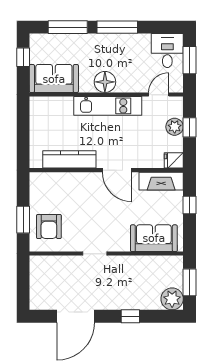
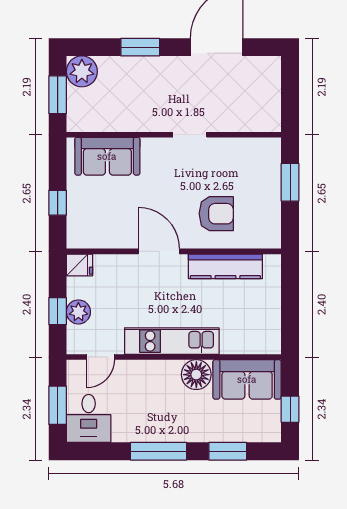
window: (68, 27) -> (228, 451), width x0.69
floor lamp: (105, 82) -> (196, 375), moved
fireplace: (161, 181) -> (97, 236), removed
armchair: (49, 227) -> (216, 214), moved, turned 90
window: (130, 316) -> (140, 47), width x1.50

